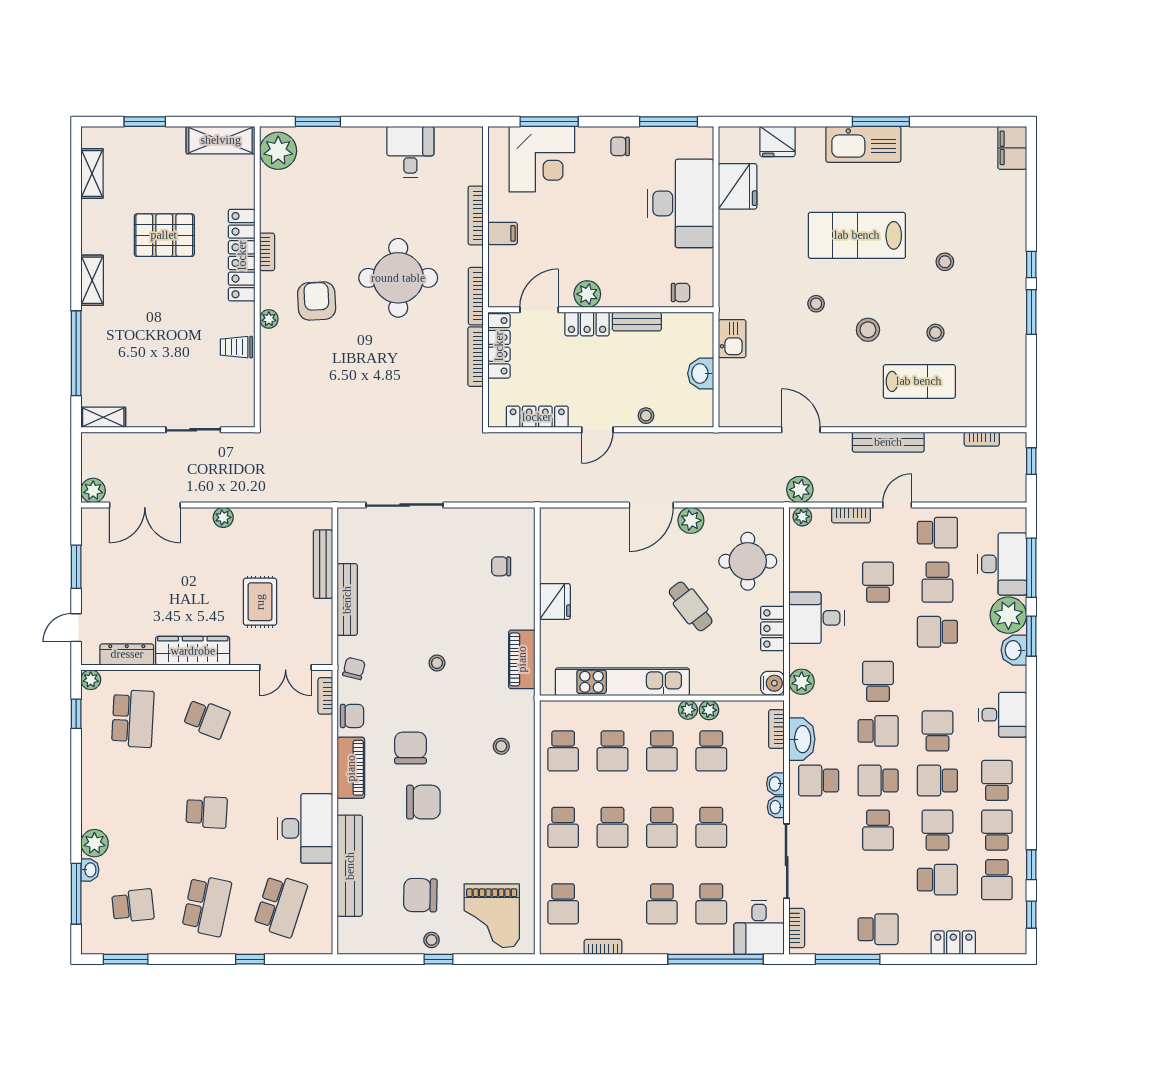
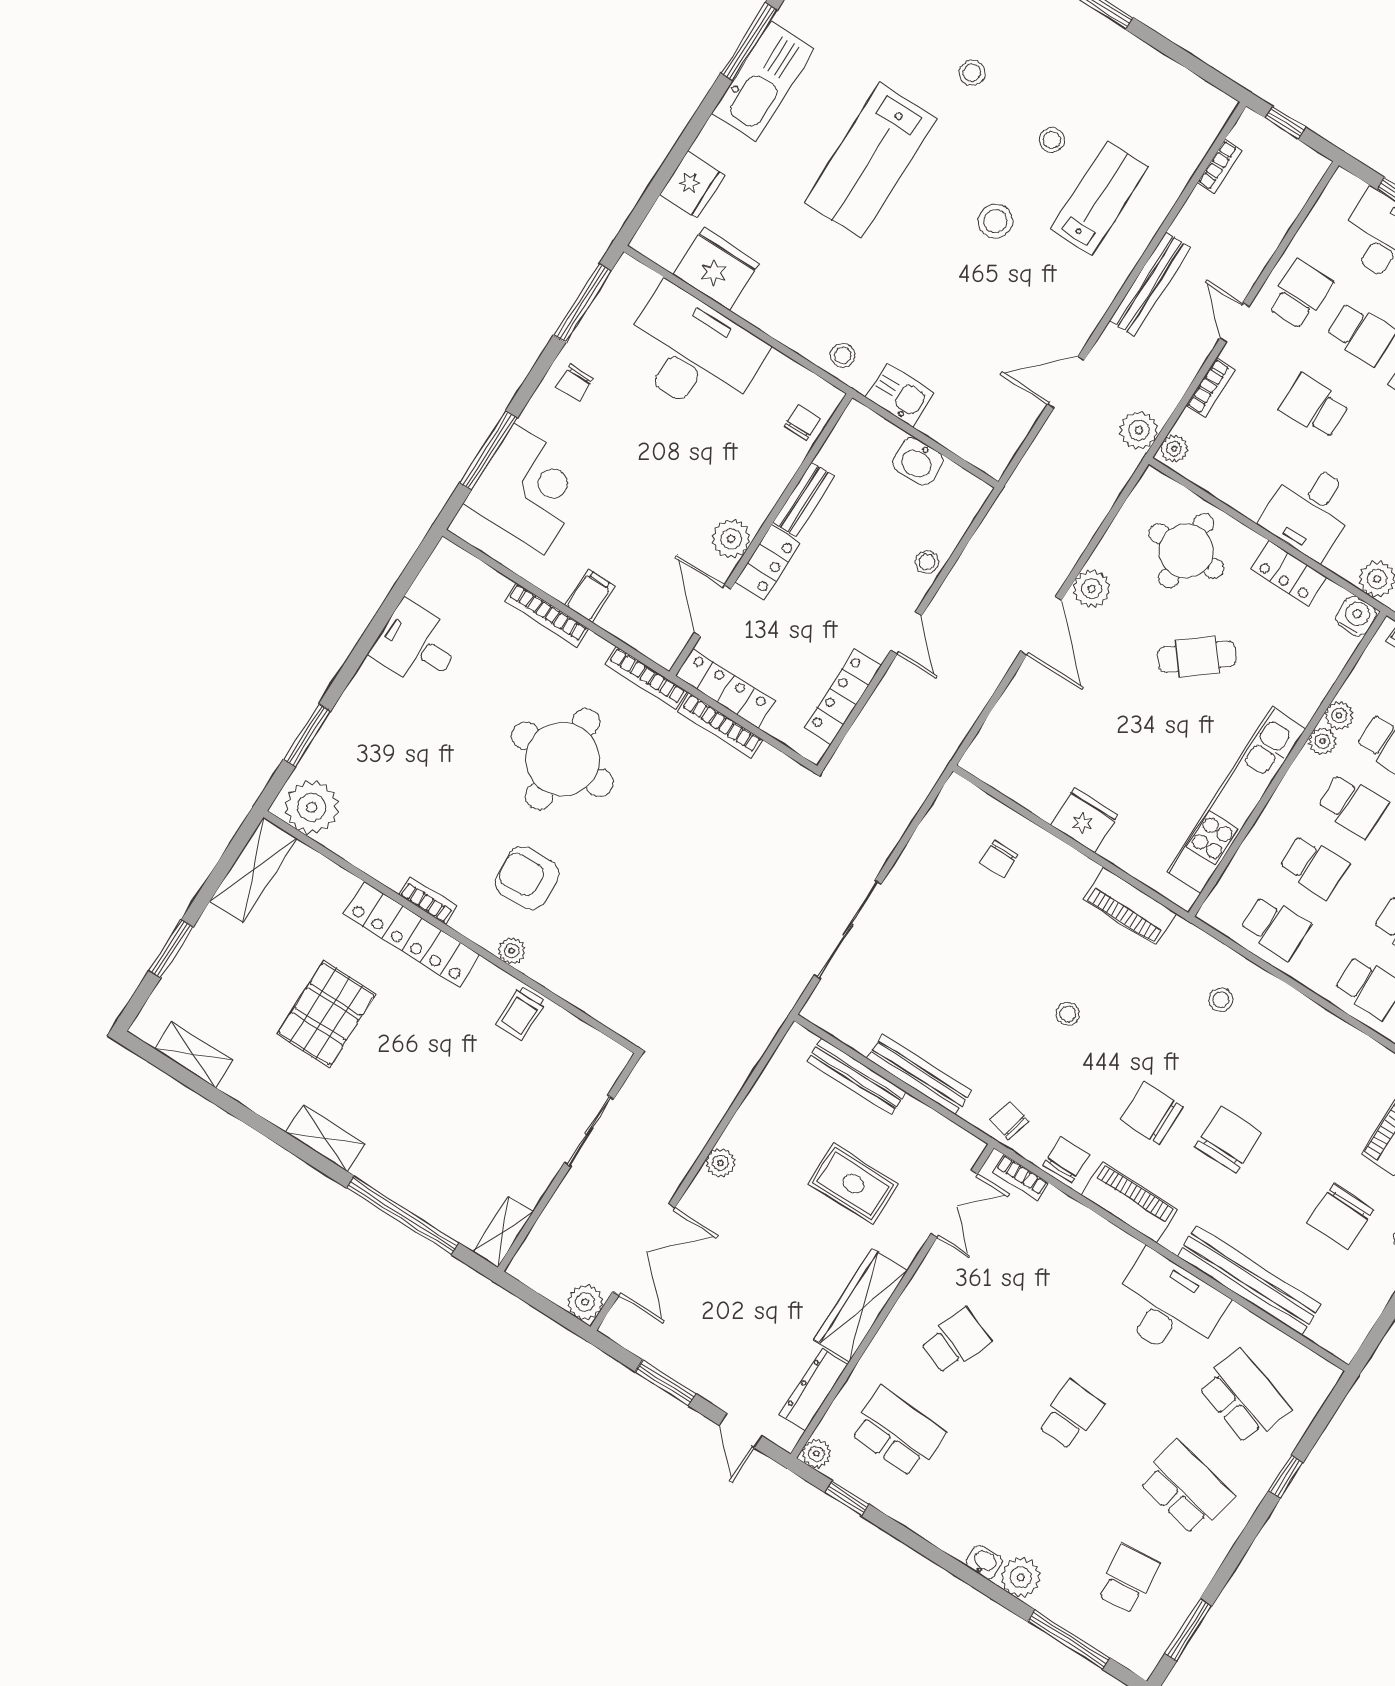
stool: (816, 304) -> (843, 355), moved
washbasin: (90, 870) -> (984, 1562), moved

